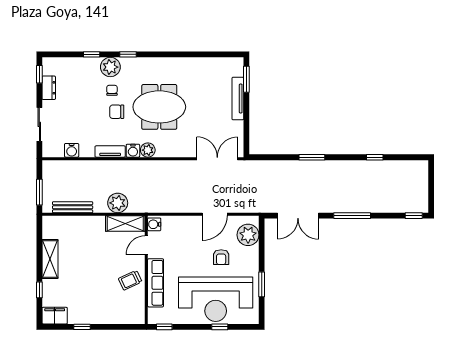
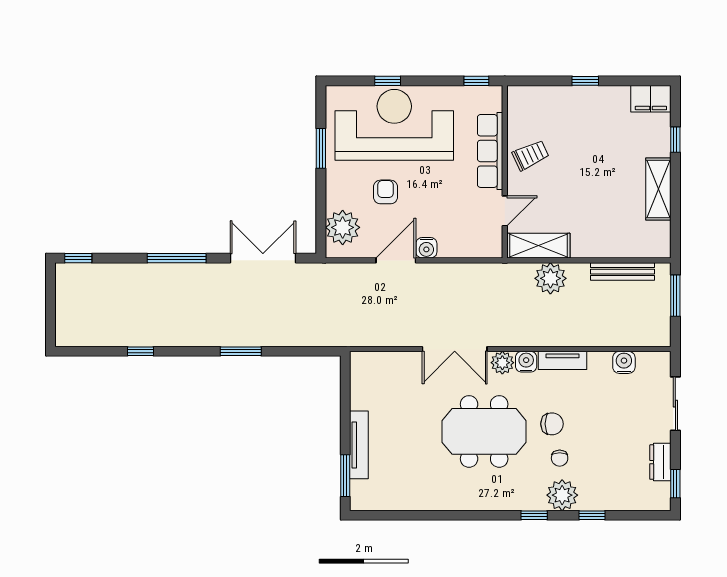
double door: (217, 159) -> (455, 349), moved
water cooler: (154, 224) -> (426, 248), moved, turned 90
window: (82, 327) -> (585, 81), moved

